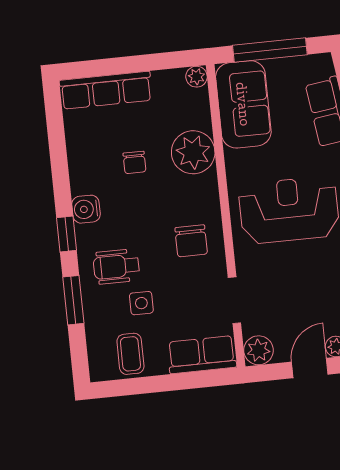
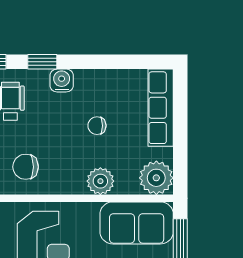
plant: (197, 77) -> (156, 178), width x1.88, depth x1.88
plant: (193, 152) -> (100, 181), width x0.73, depth x0.73

